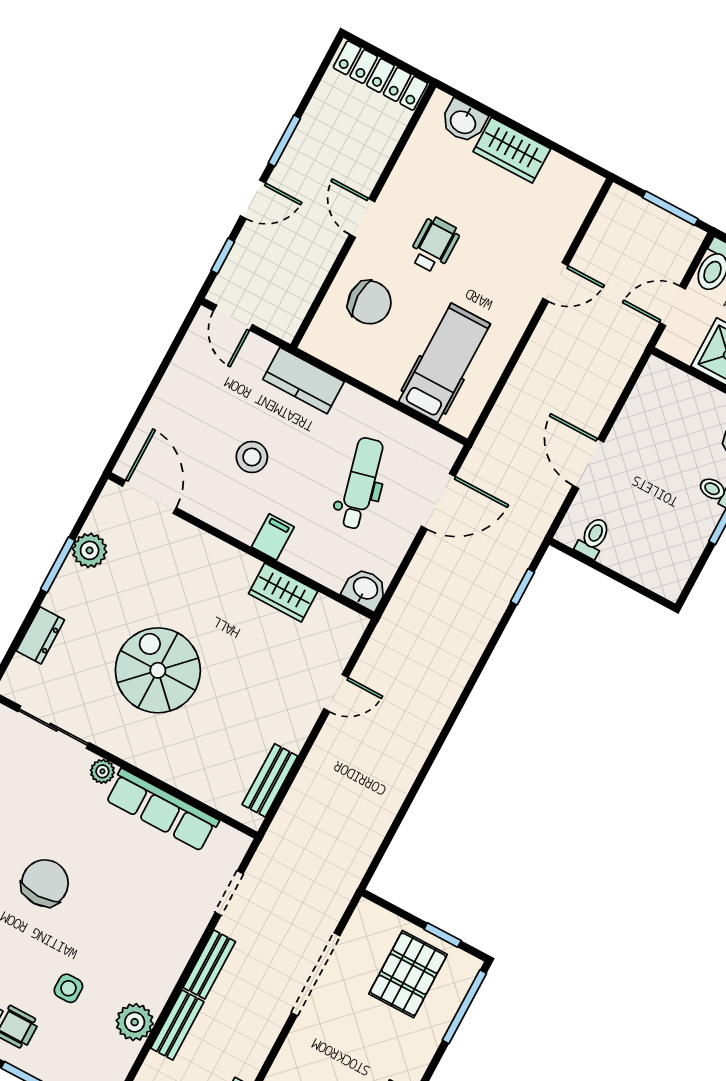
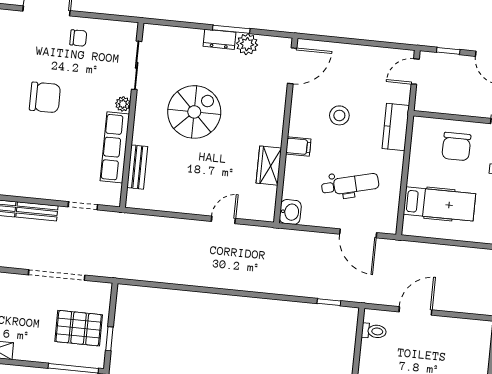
dresser: (40, 635) -> (219, 39), moved
door: (336, 693) -> (223, 220), swing flipped
bench: (270, 780) -> (137, 167), moved, turned 90

